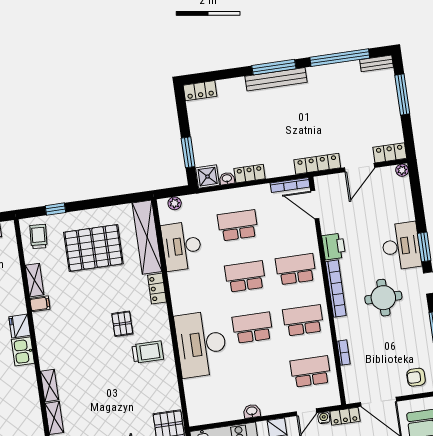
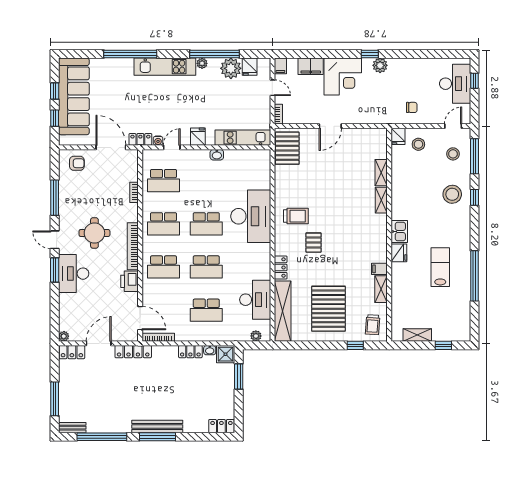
pallet: (93, 248) -> (328, 309), turned 90
trolley: (148, 352) -> (296, 216), turned 180

